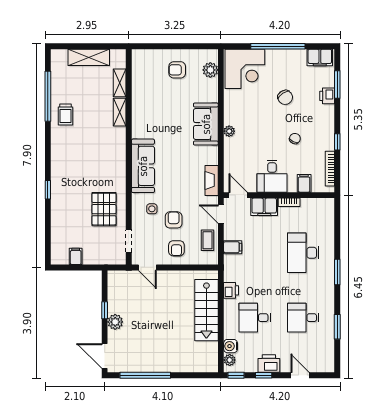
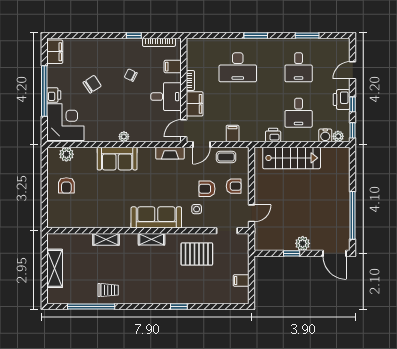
shelving: (120, 83) -> (152, 239), moved
window: (337, 84) -> (80, 35), removed
printer: (327, 96) -> (54, 95), moved, turned -90
door: (105, 356) -> (335, 253), hinge flipped

